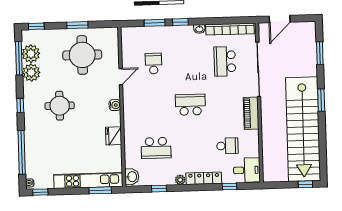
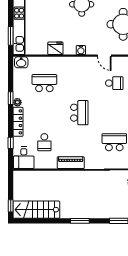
stairs: (303, 129) -> (36, 210), width x0.54, depth x0.66
school desk: (156, 148) -> (44, 83), turned 90
window: (159, 189) -> (11, 98), moved

